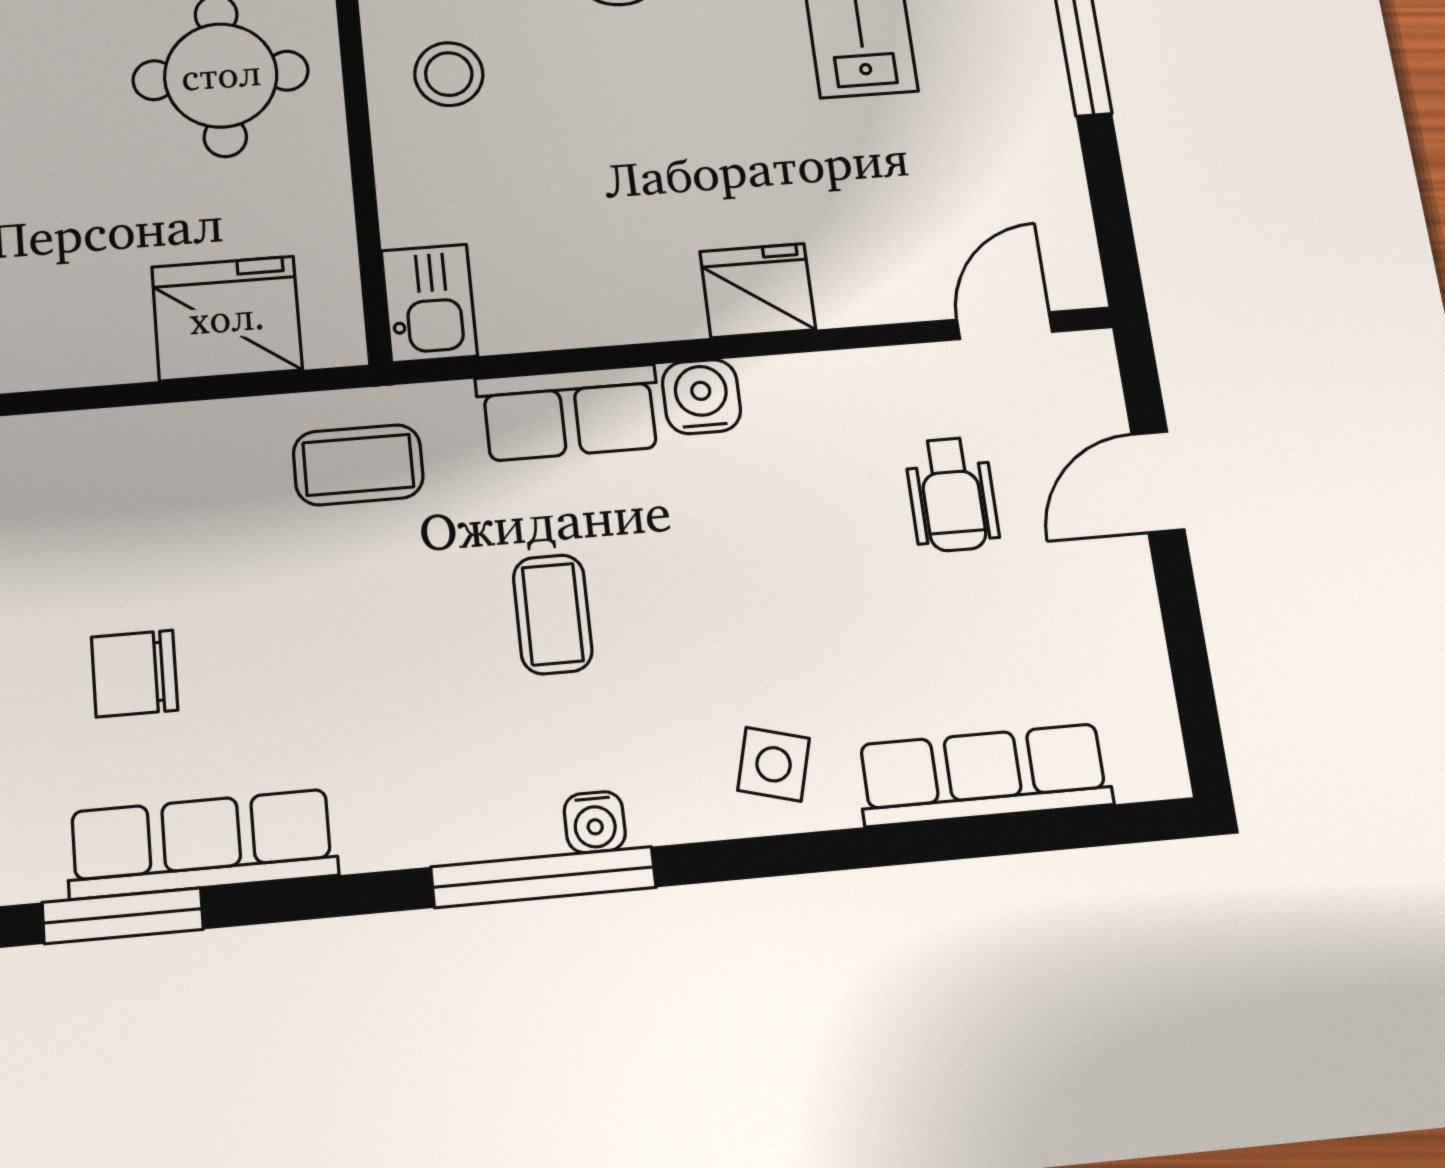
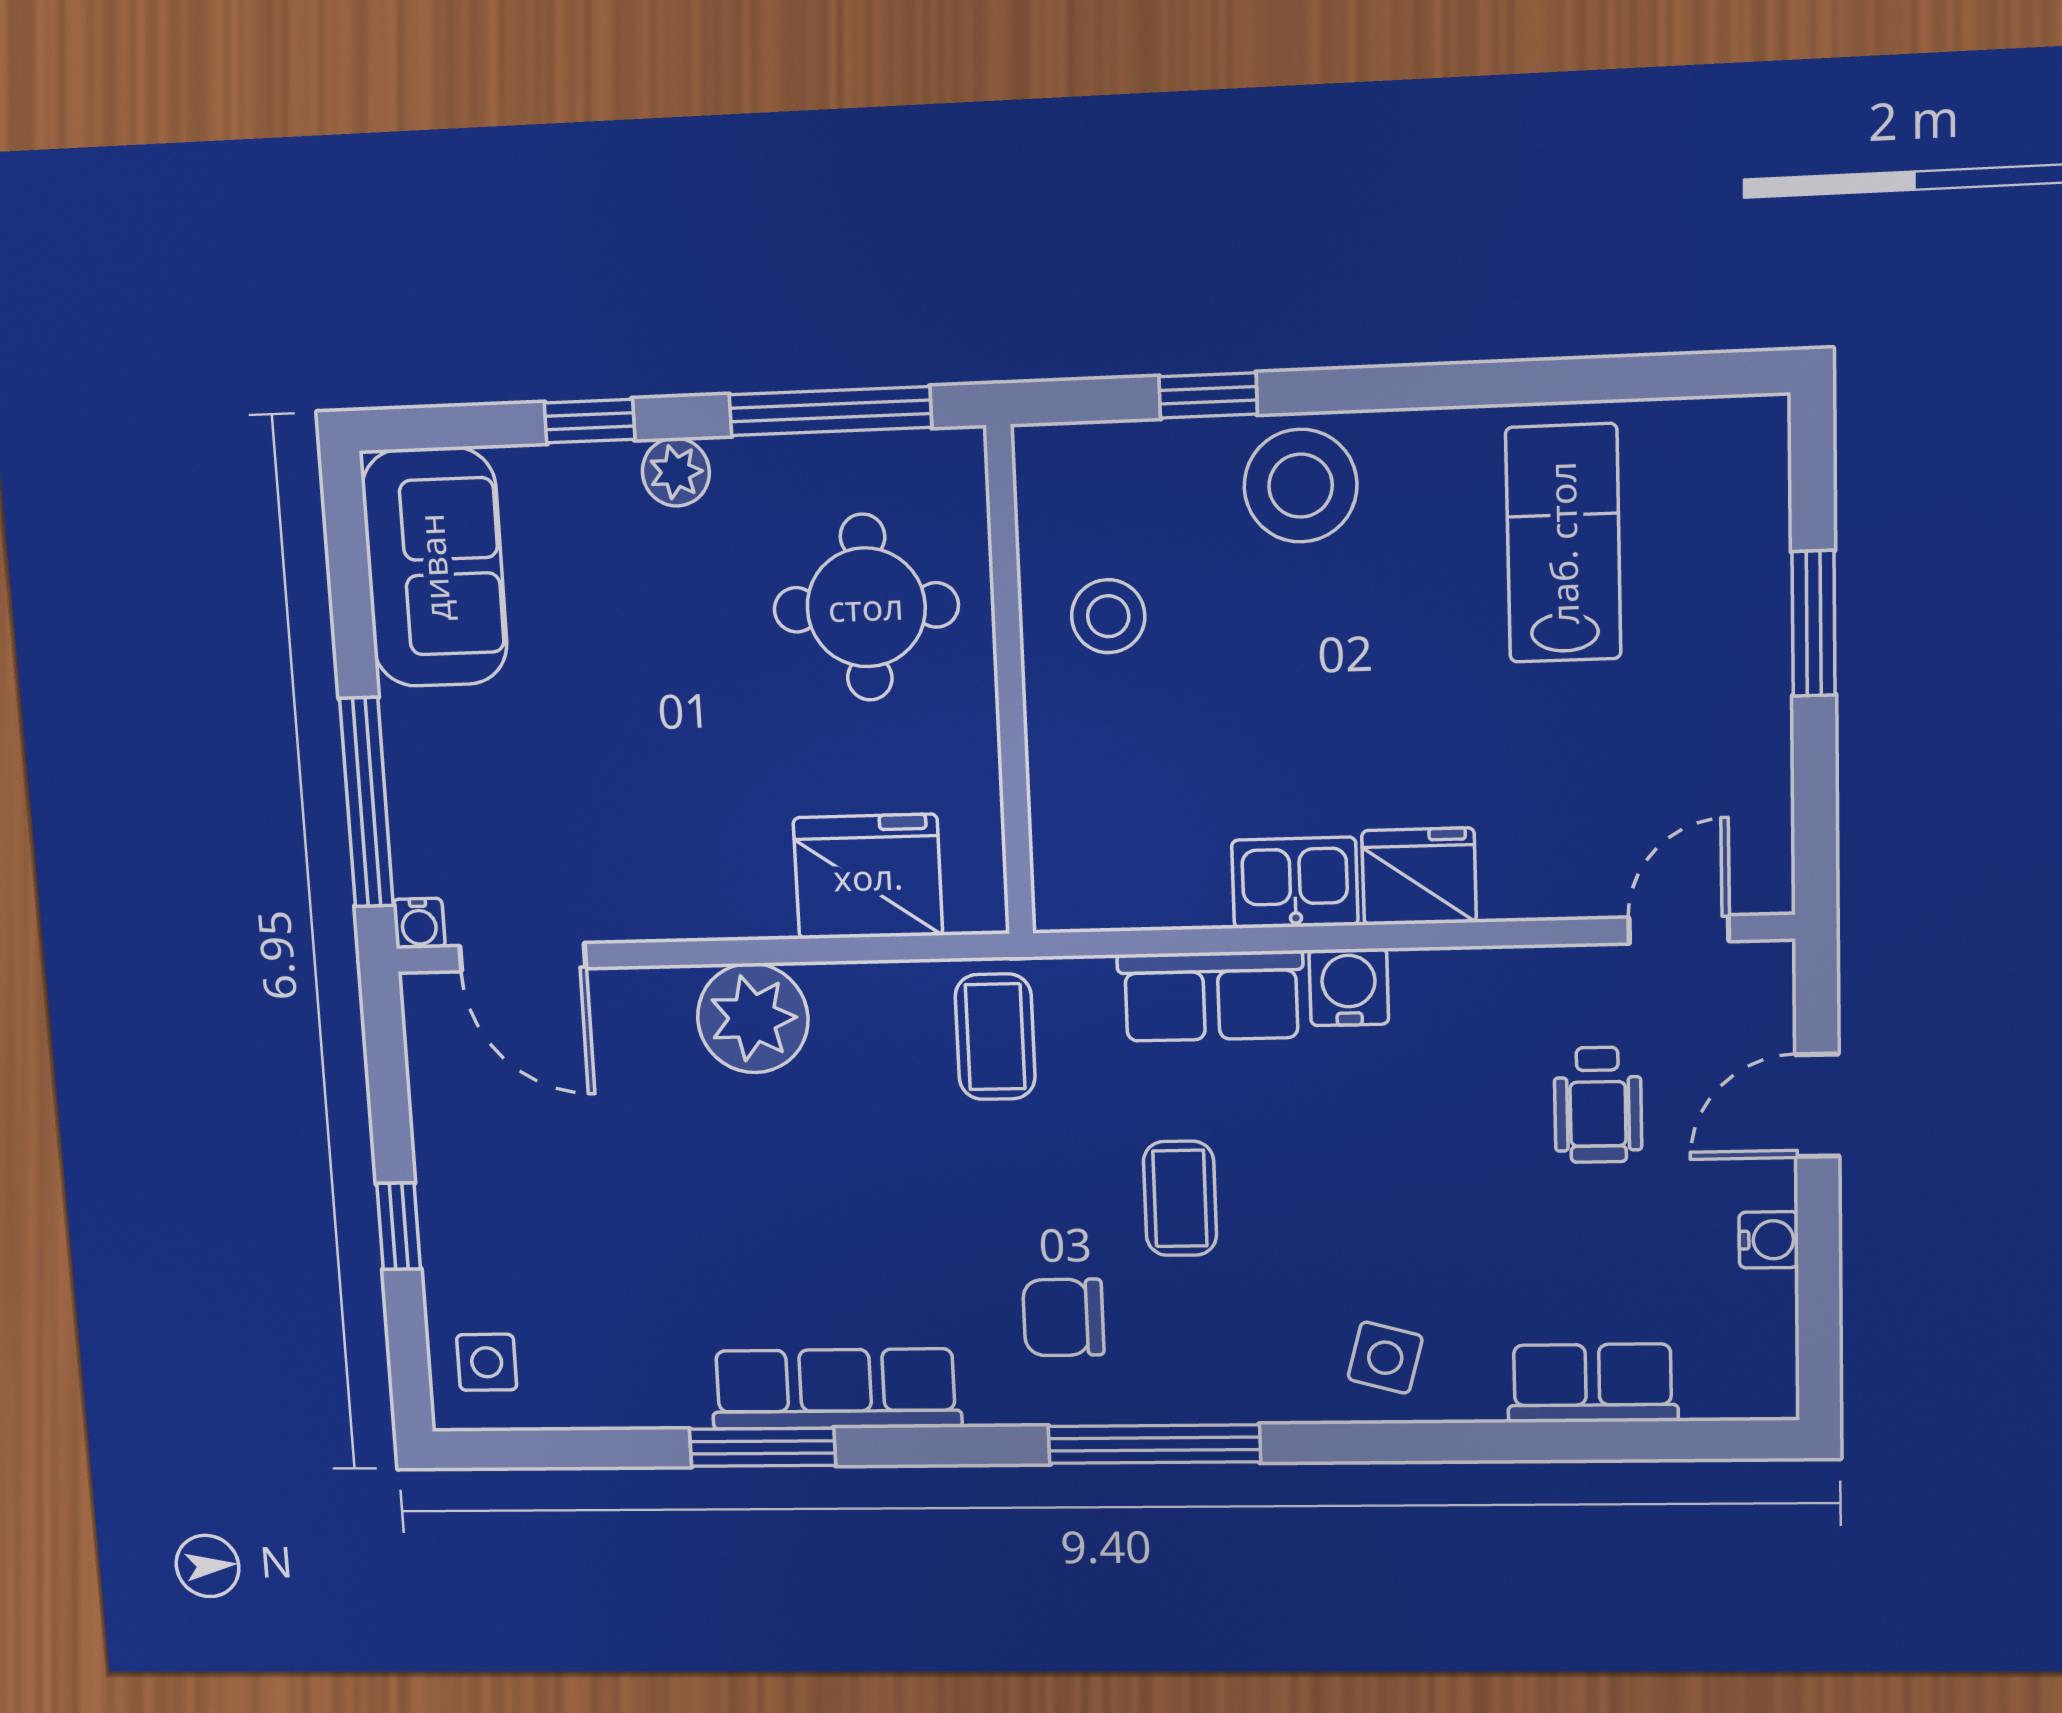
kitchen sink: (429, 303) -> (1295, 883), moved, turned -90
plant: (112, 461) -> (753, 1018), added
coffee table: (358, 465) -> (995, 1037), turned 90
chair: (135, 673) -> (1063, 1317), moved
row of seats: (984, 775) -> (1592, 1383), width x0.68
water cooler: (595, 822) -> (1769, 1240), moved, turned -90

